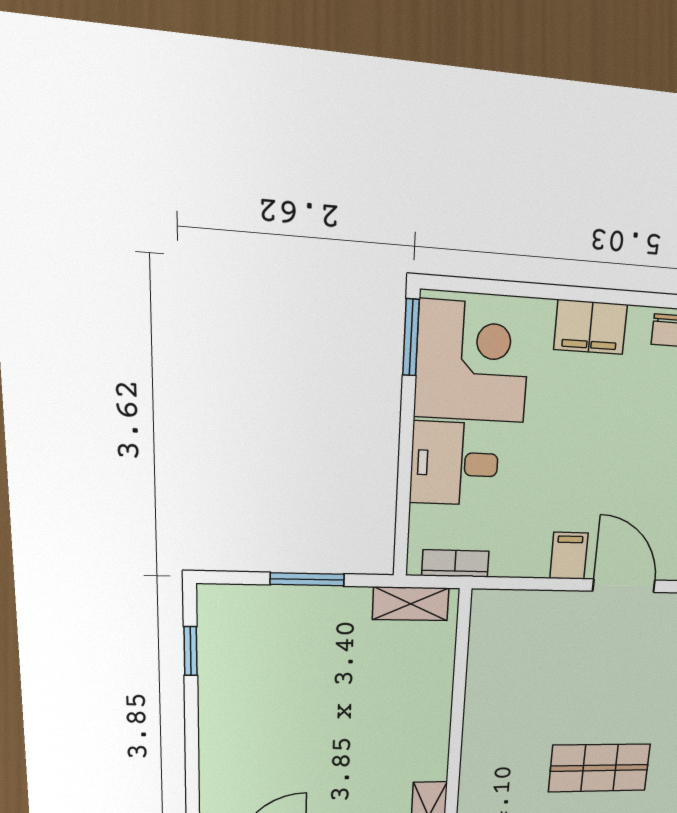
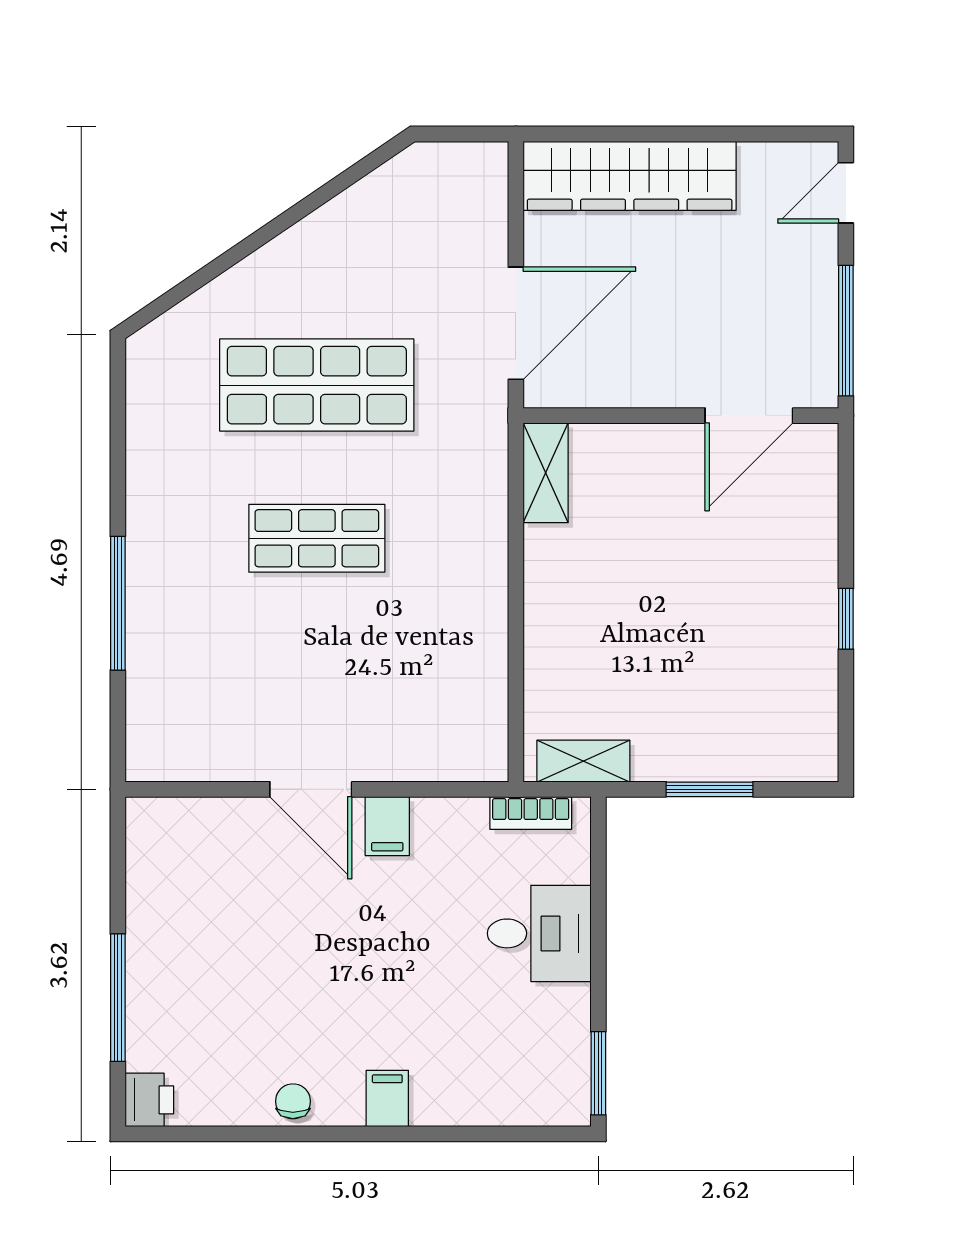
filing cabinet: (591, 327) -> (387, 1098), width x0.50
corner desk: (472, 362) -> (525, 1051), removed
window: (190, 651) -> (846, 619), moved

